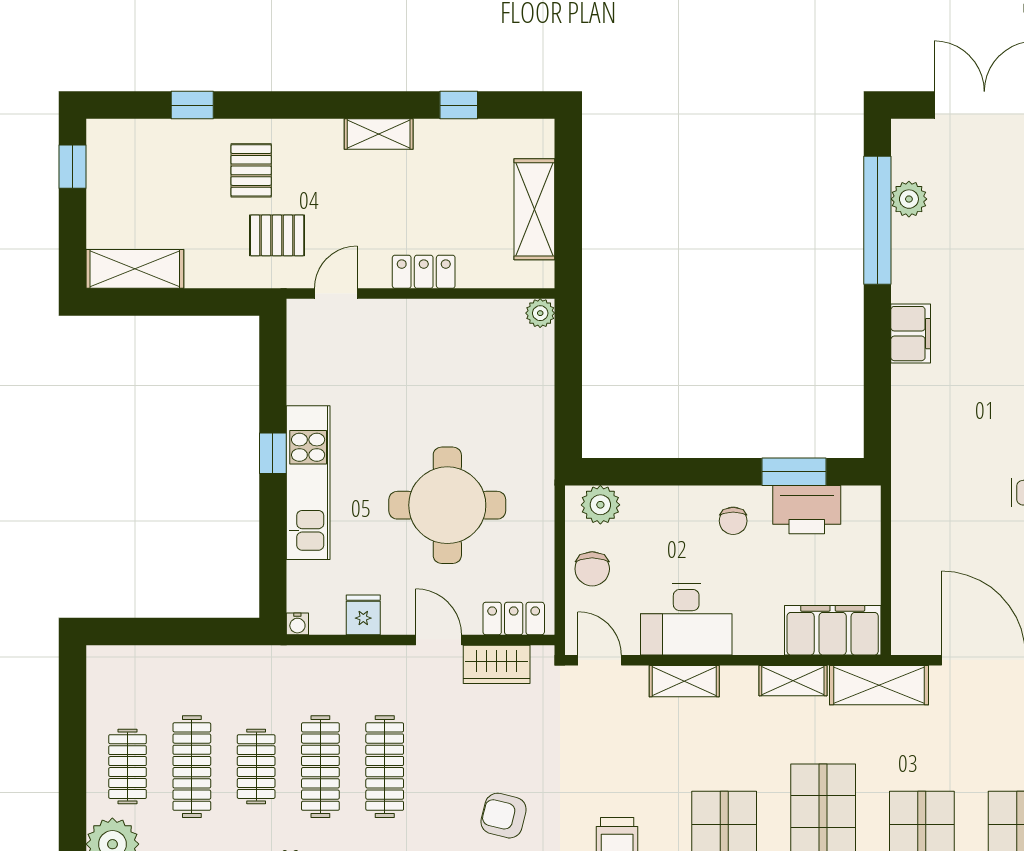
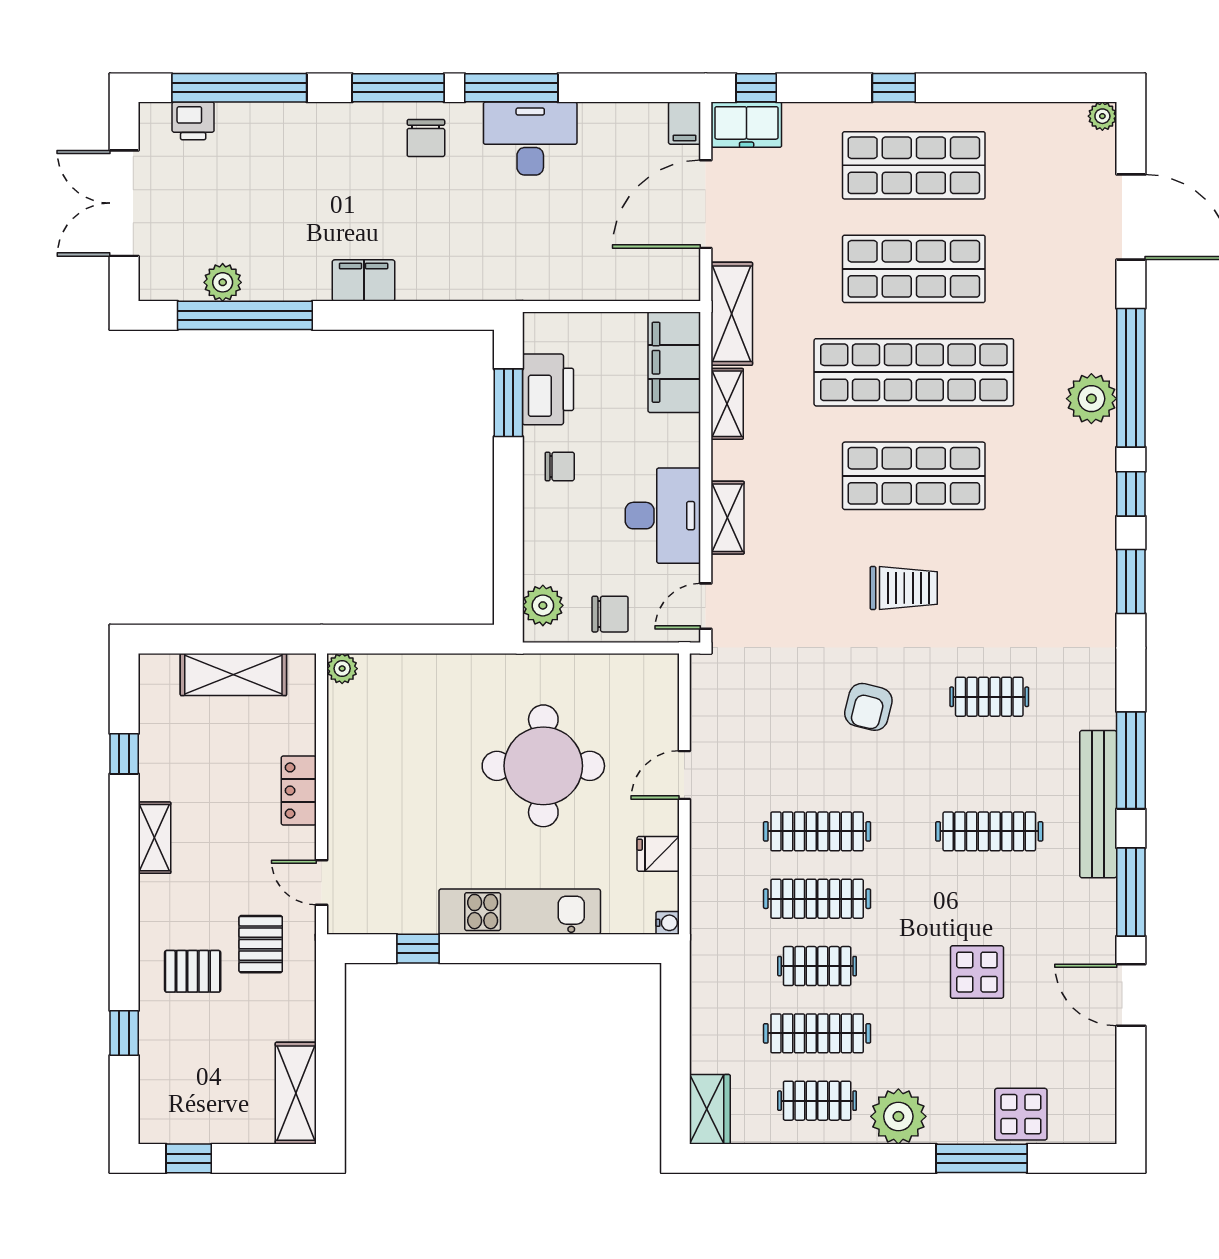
window: (273, 453) -> (418, 949), moved
locker: (514, 619) -> (662, 696), removed
wardrobe: (497, 664) -> (710, 1109), moved

